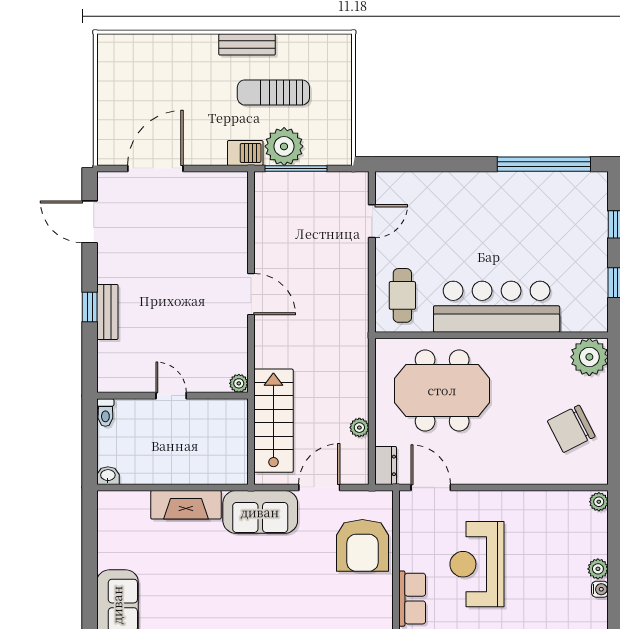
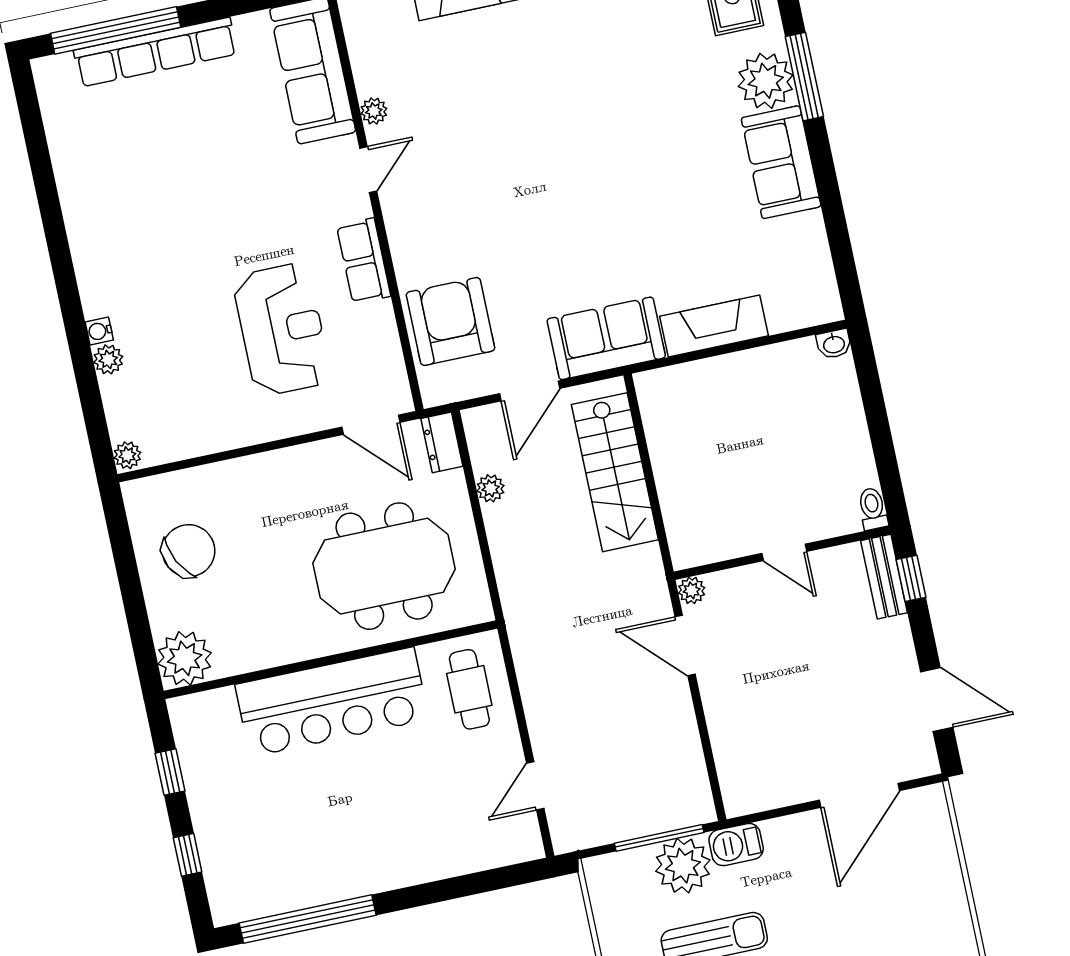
plant: (239, 383) -> (692, 590), moved
door: (171, 396) -> (784, 552), moved
wall: (173, 396) -> (782, 553), moved
toilet: (105, 412) -> (873, 509), moved

